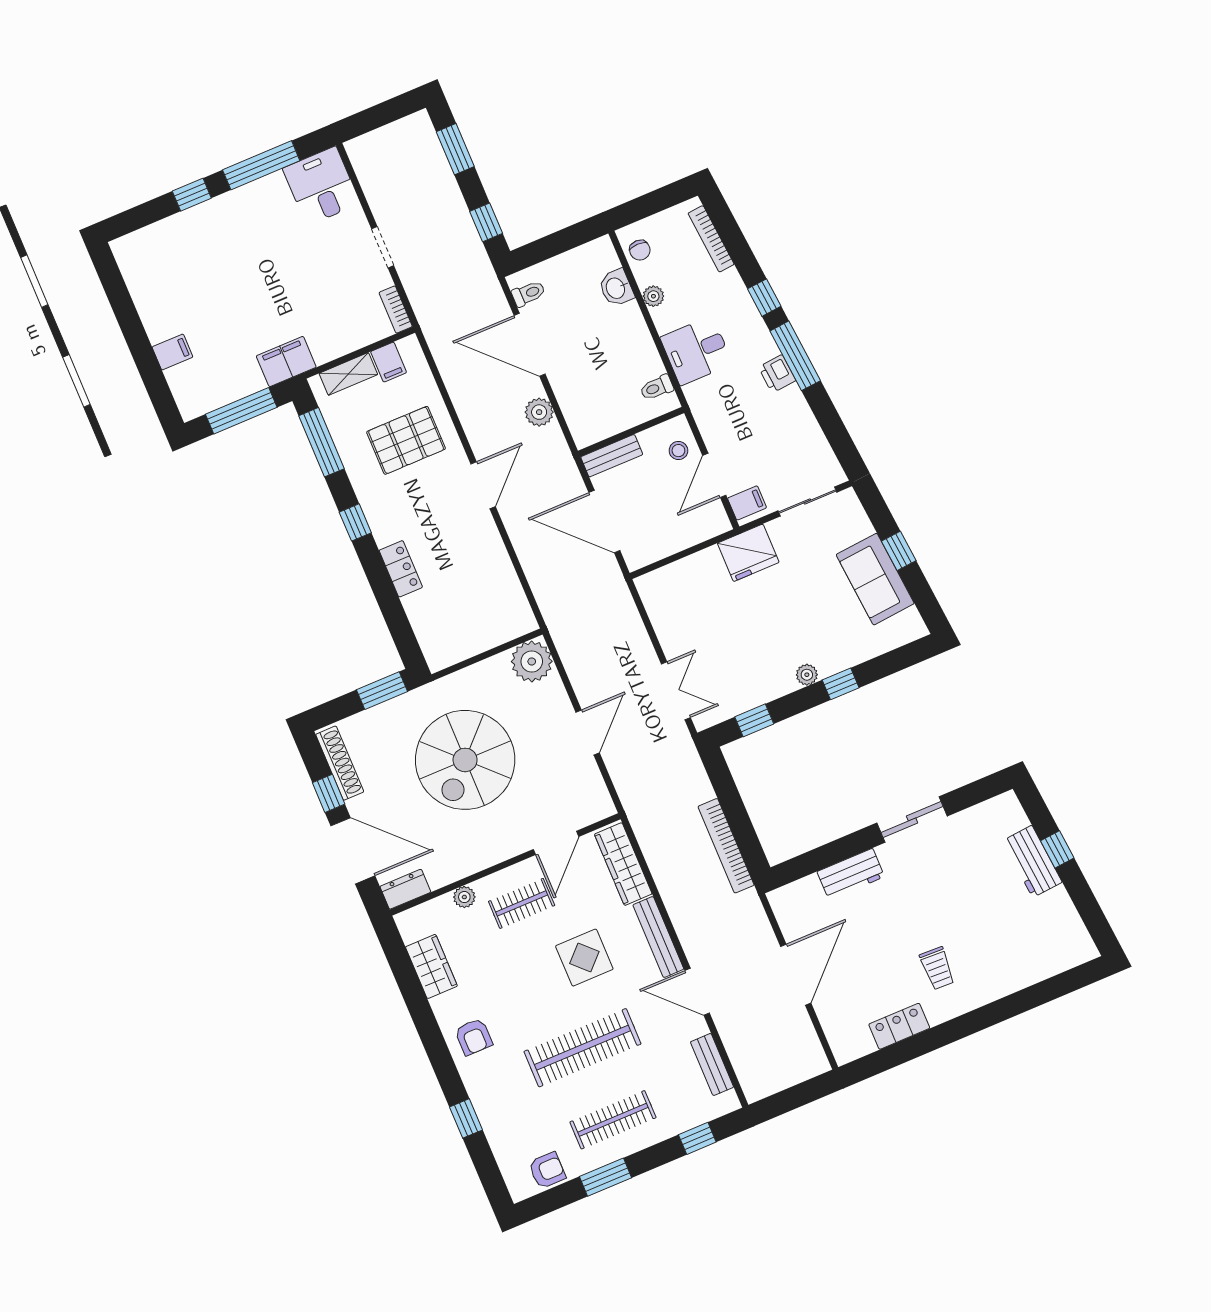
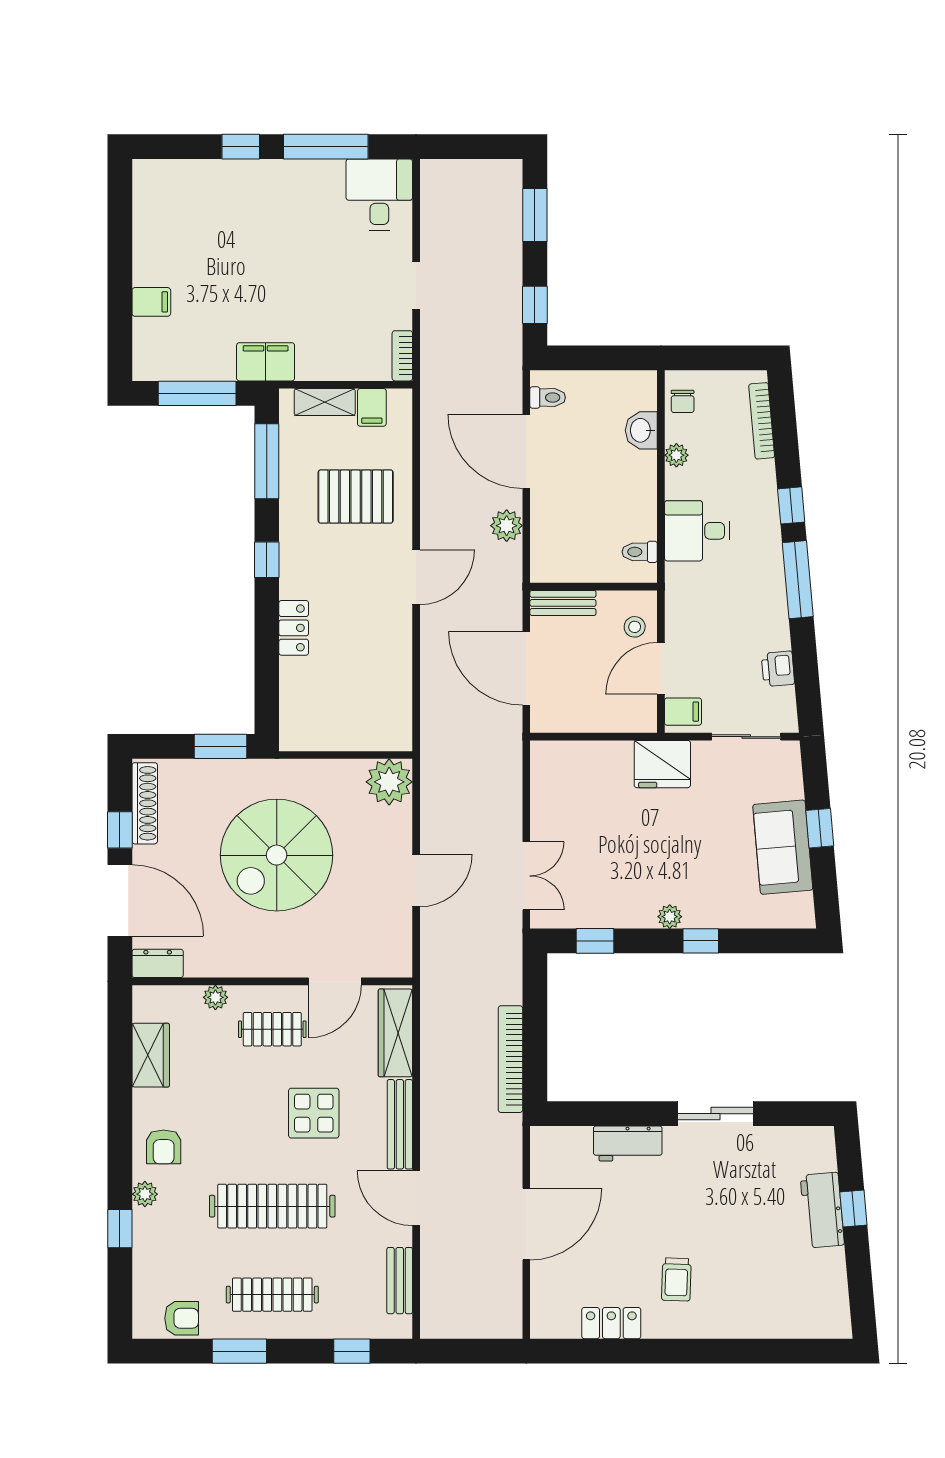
printer: (777, 374) -> (778, 669), moved
plant: (474, 1082) -> (145, 1194), added

